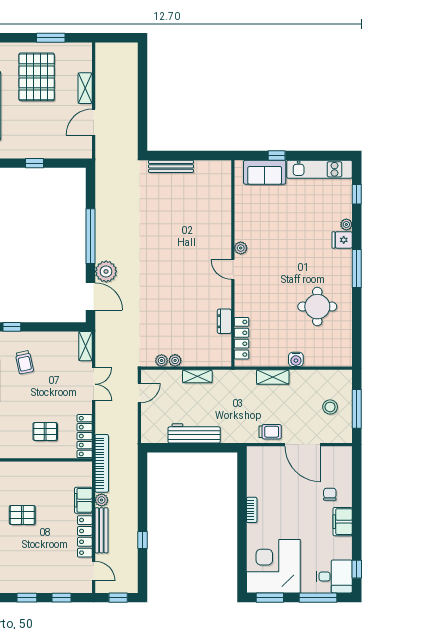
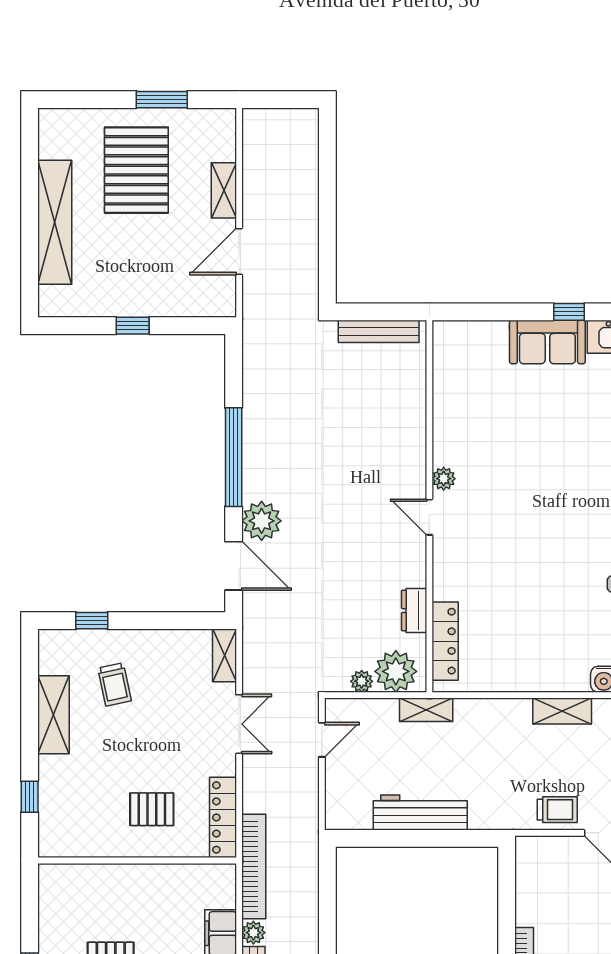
plant: (241, 248) -> (444, 479), moved
wall: (233, 263) -> (429, 506), moved
door: (233, 269) -> (429, 517), moved
dresser: (224, 321) -> (414, 611), moved
locker: (242, 338) -> (445, 641), moved
plant: (175, 360) -> (396, 671), width x1.87, depth x1.87

